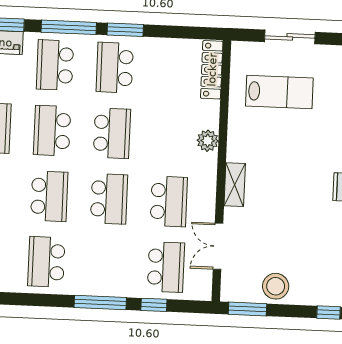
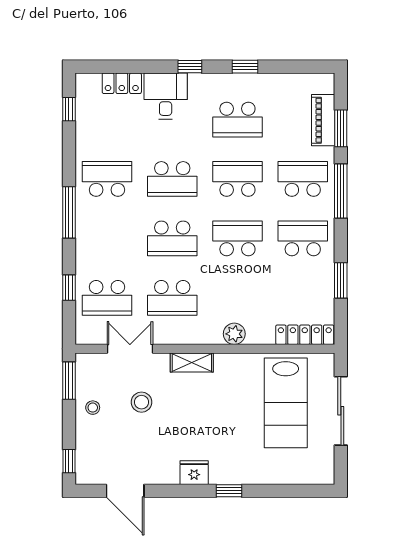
window: (125, 30) -> (341, 280), moved
sliding door: (290, 37) -> (341, 411), width x1.37
lab bench: (279, 92) -> (286, 403), width x1.36, depth x1.39
school desk: (112, 133) -> (237, 238), turned 180
stool: (272, 237) -> (141, 402), added
stool: (276, 286) -> (93, 408), width x0.53, depth x0.53
window: (100, 303) -> (69, 212), moved

